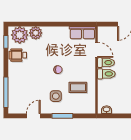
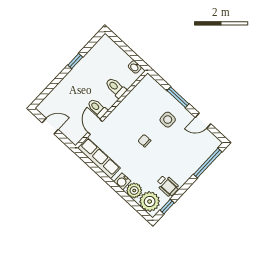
water cooler: (48, 32) -> (122, 181), added
row of seats: (82, 33) -> (99, 158), width x1.48
toilet: (106, 74) -> (116, 88), moved
coffee table: (78, 87) -> (142, 109), removed

